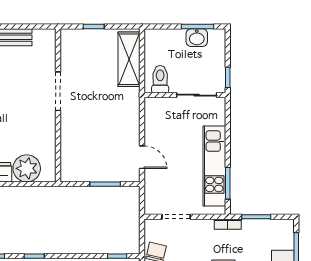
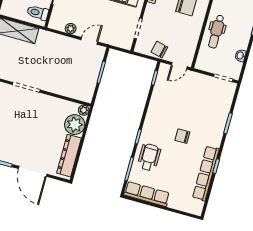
plant: (151, 128) -> (71, 29), added
plant: (49, 175) -> (84, 110), added

